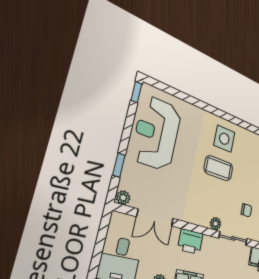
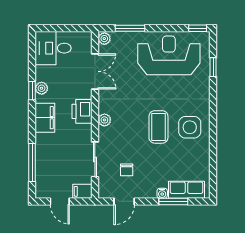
window: (178, 94) -> (213, 67), added
window: (119, 165) -> (130, 28), width x1.50
double door: (155, 218) -> (95, 71), swing flipped
plant: (216, 224) -> (104, 120), moved

